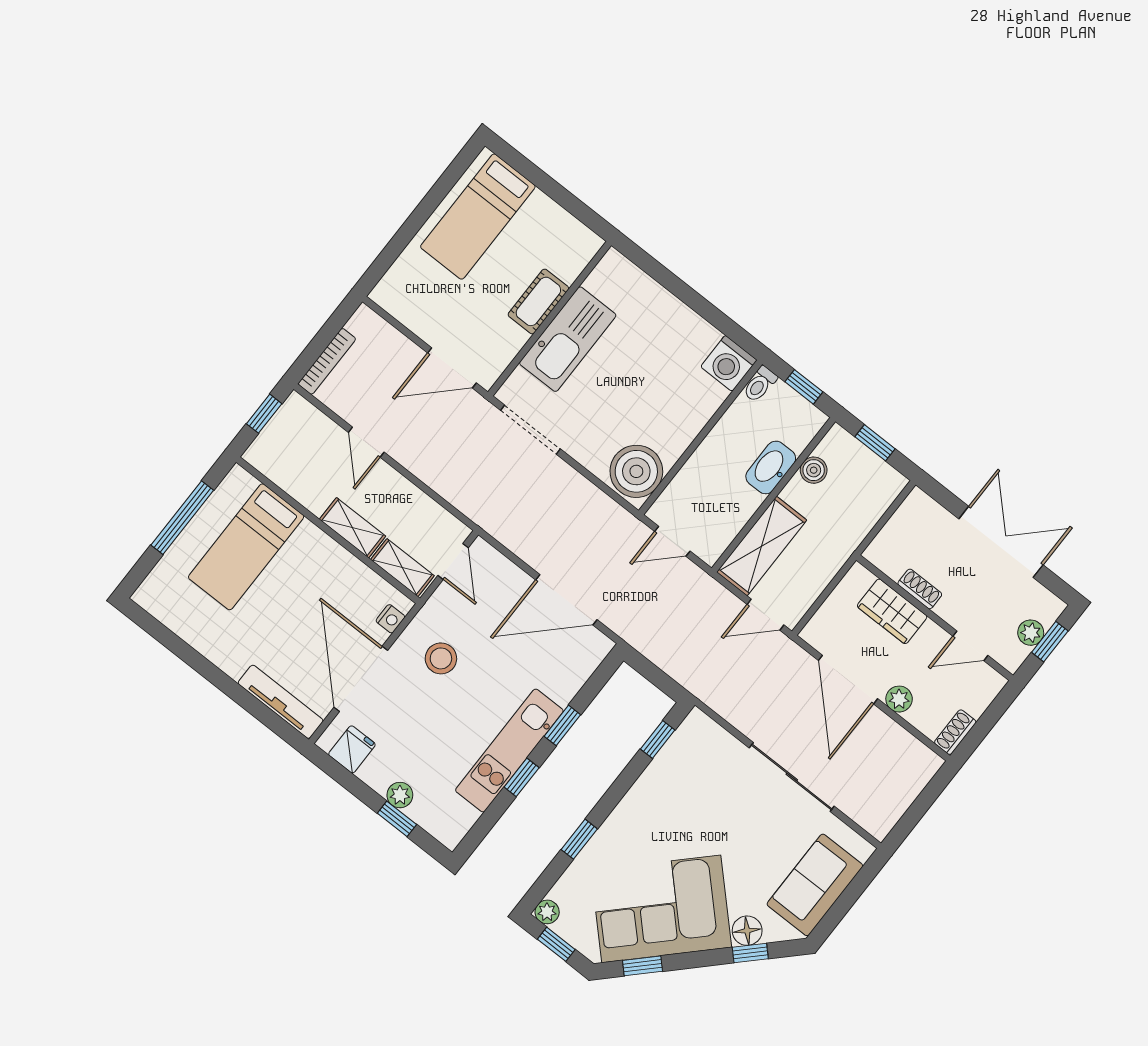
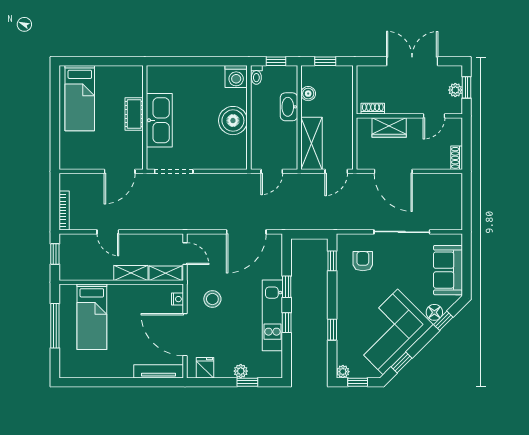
boiler: (636, 471) -> (233, 121), moved
shoe rack: (920, 589) -> (373, 109), moved
plant: (899, 699) -> (421, 163), removed
armchair: (702, 775) -> (363, 261), added

